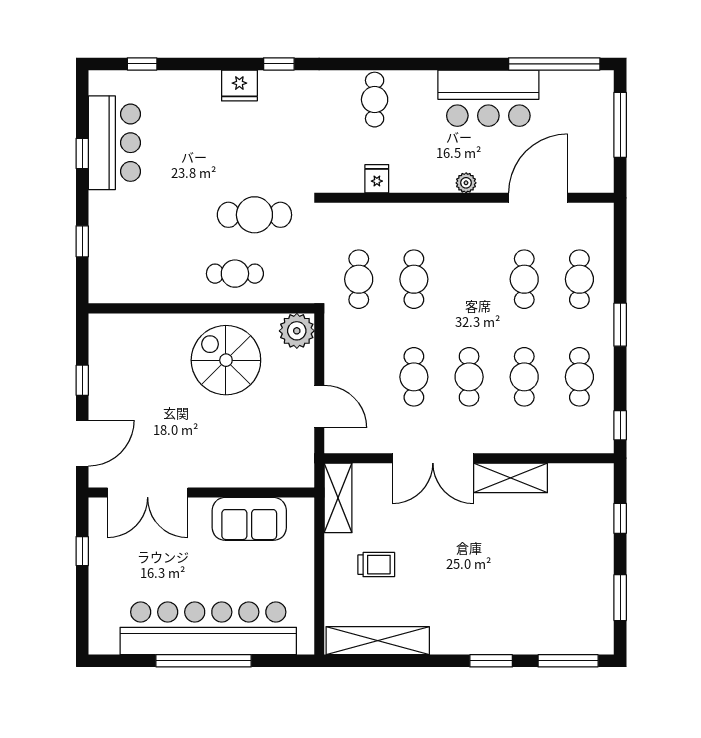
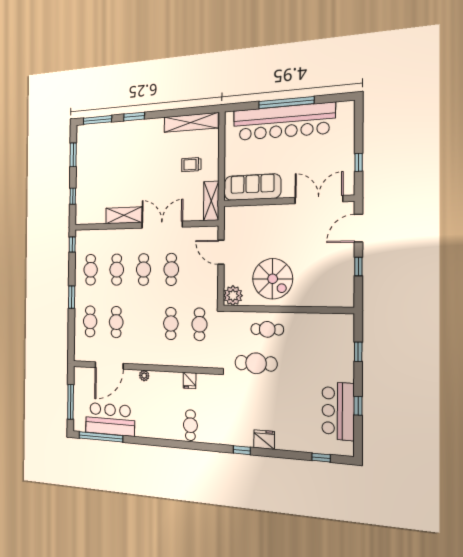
bar counter: (488, 98) -> (110, 419), moved
sofa: (249, 519) -> (252, 187), width x1.36

